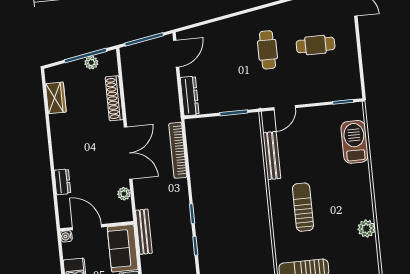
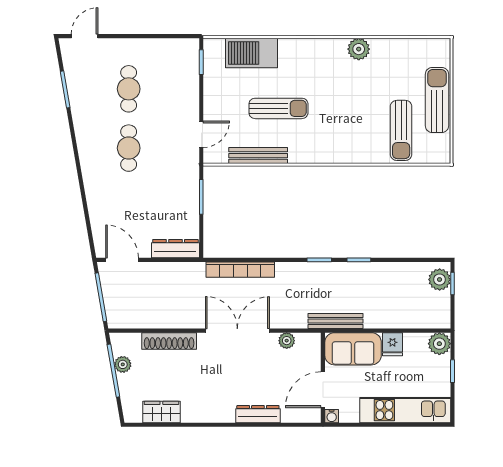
cafe table: (267, 50) -> (129, 148), turned 90
door: (285, 108) -> (201, 134), hinge flipped
dresser: (62, 182) -> (258, 414), width x1.44
sun lounger: (303, 207) -> (278, 108), moved, turned 180

